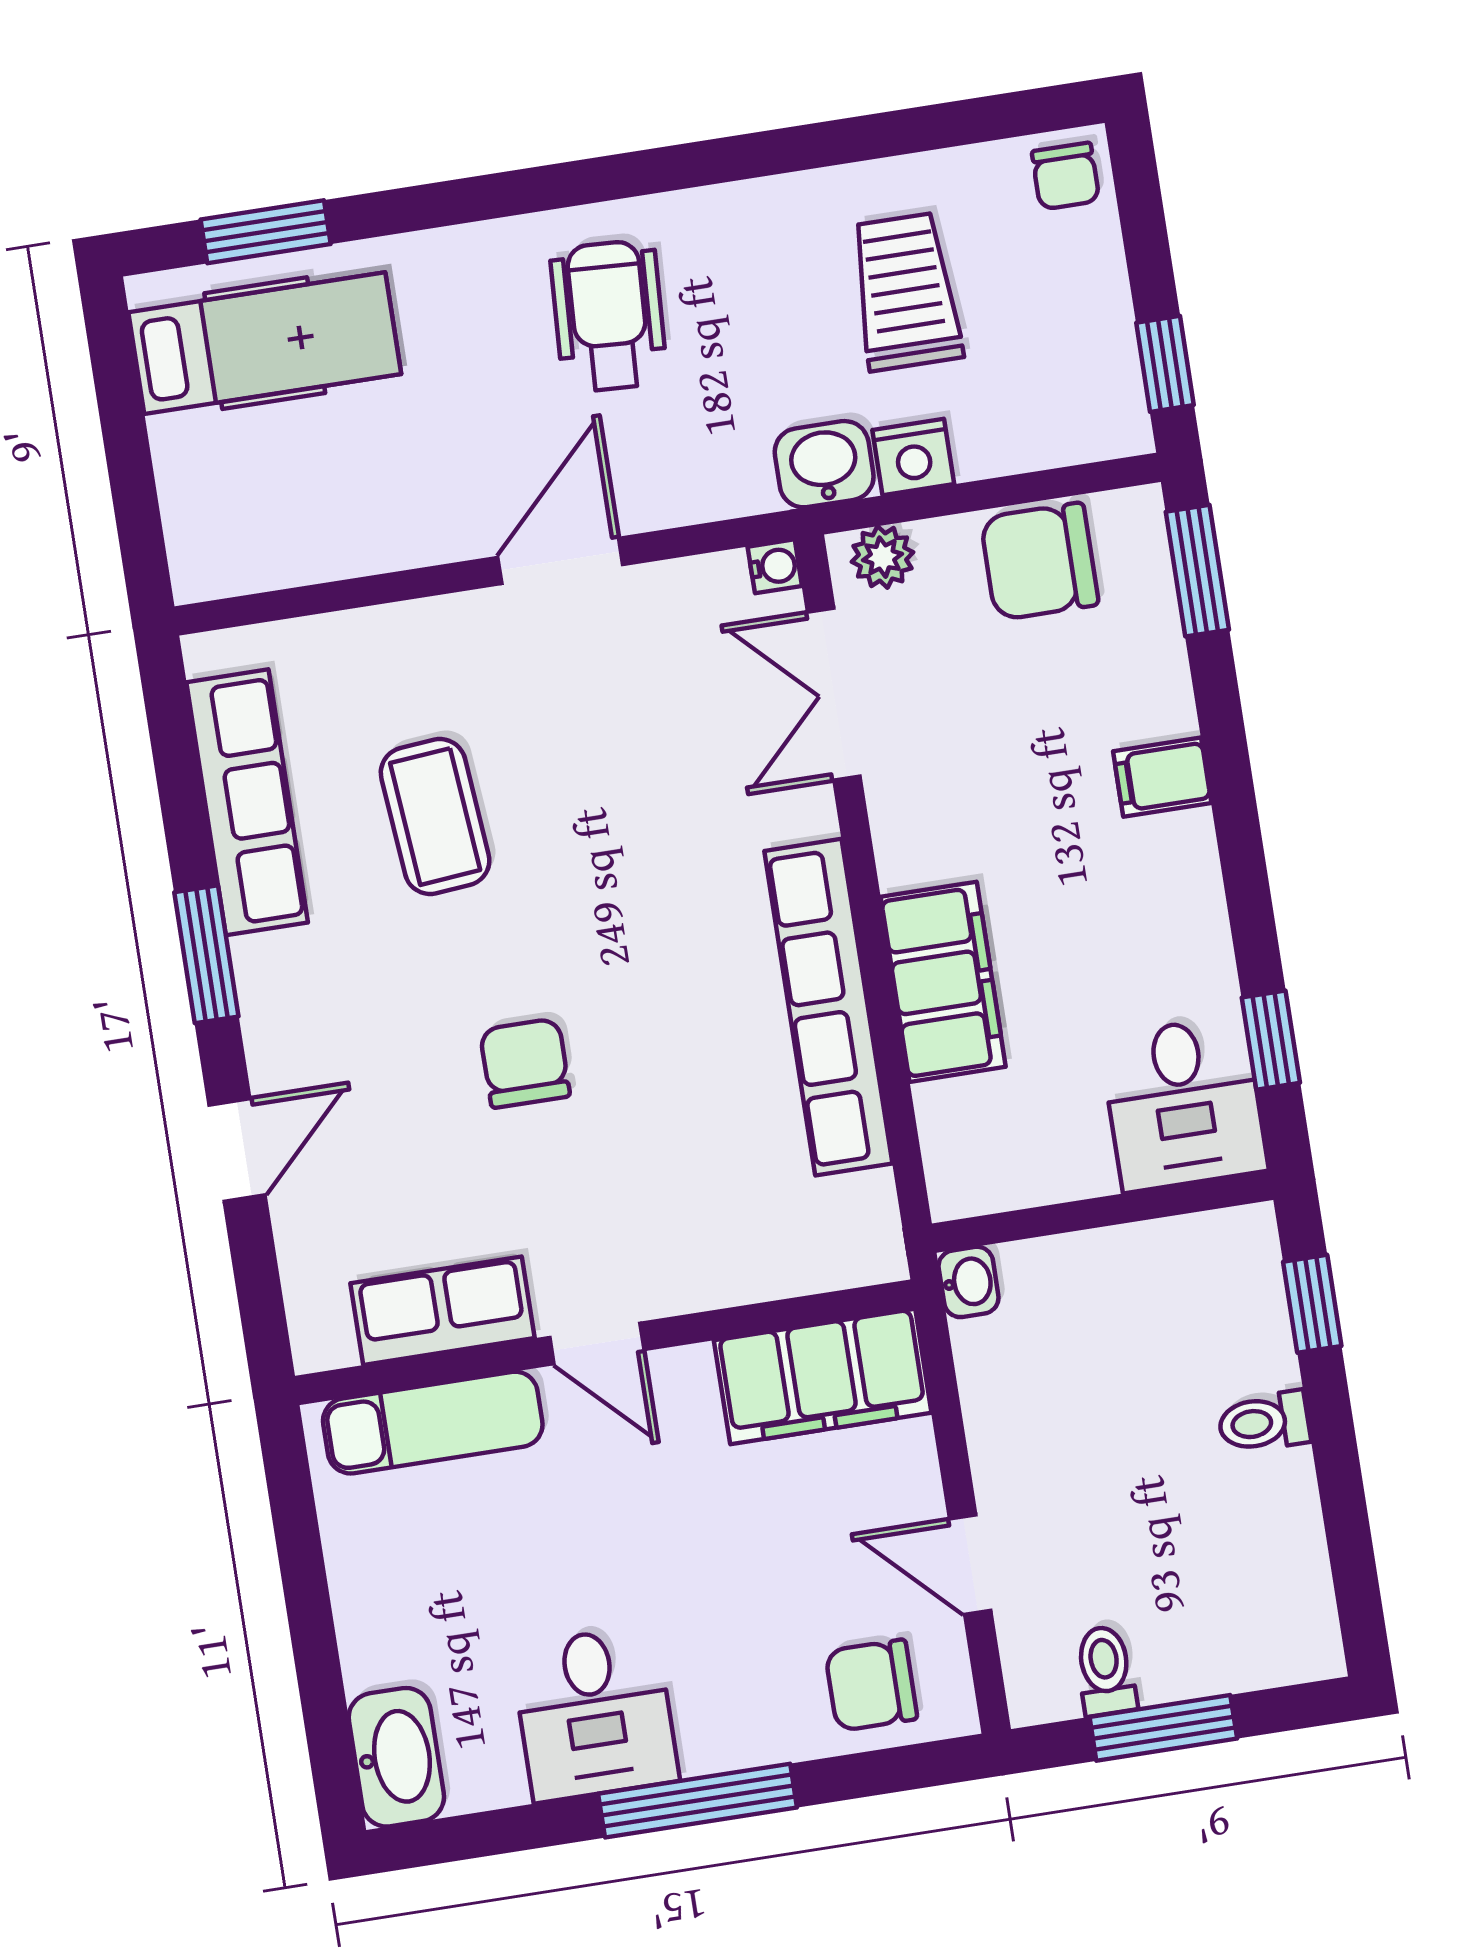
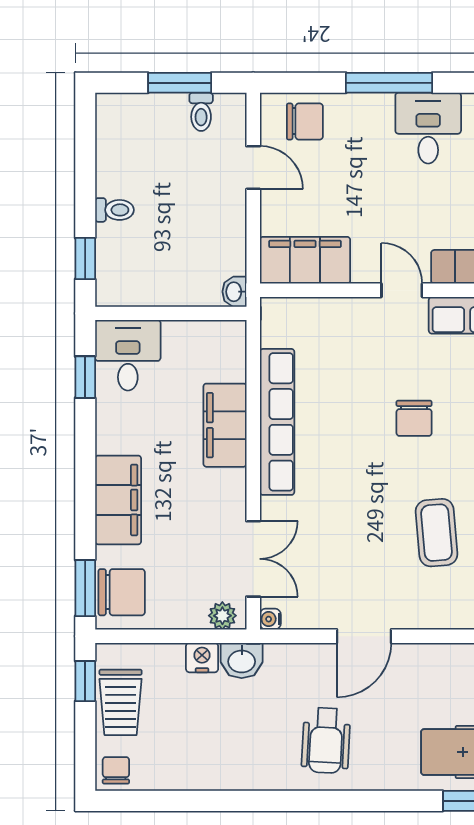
trolley: (906, 292) -> (121, 702), moved
chair: (1039, 561) -> (122, 592), moved
filing cabinet: (1162, 777) -> (118, 500), width x3.00, depth x1.17

